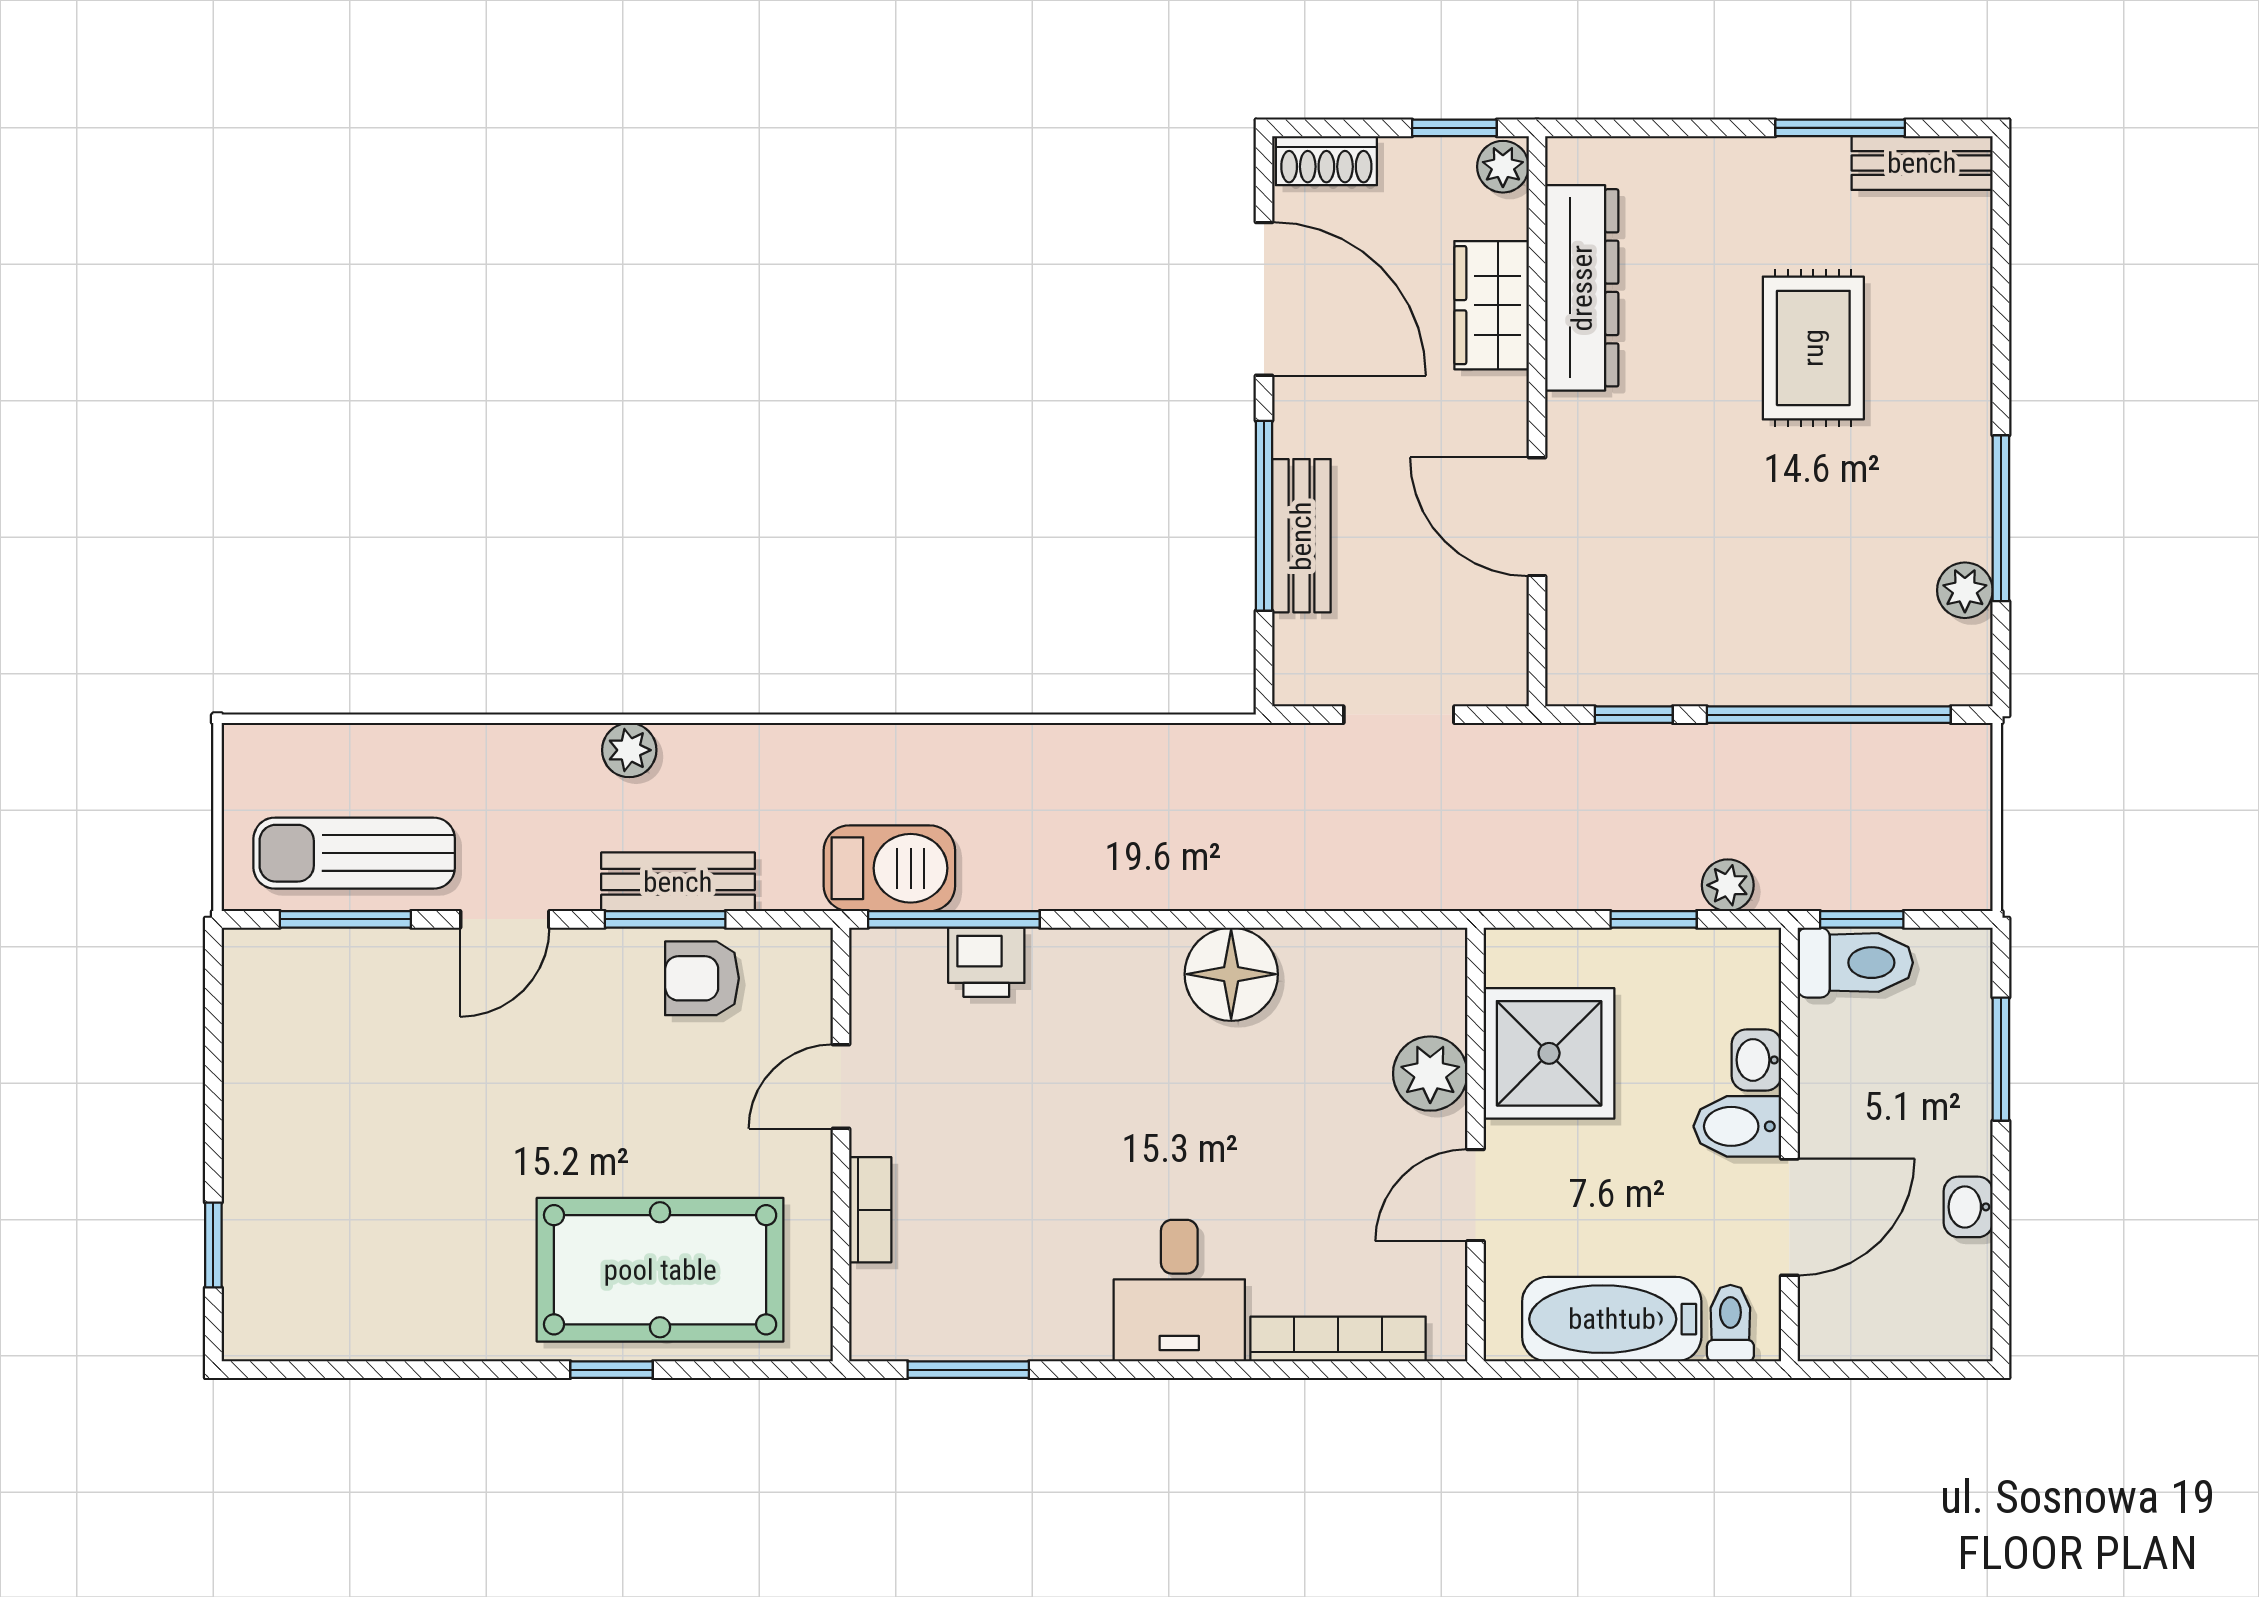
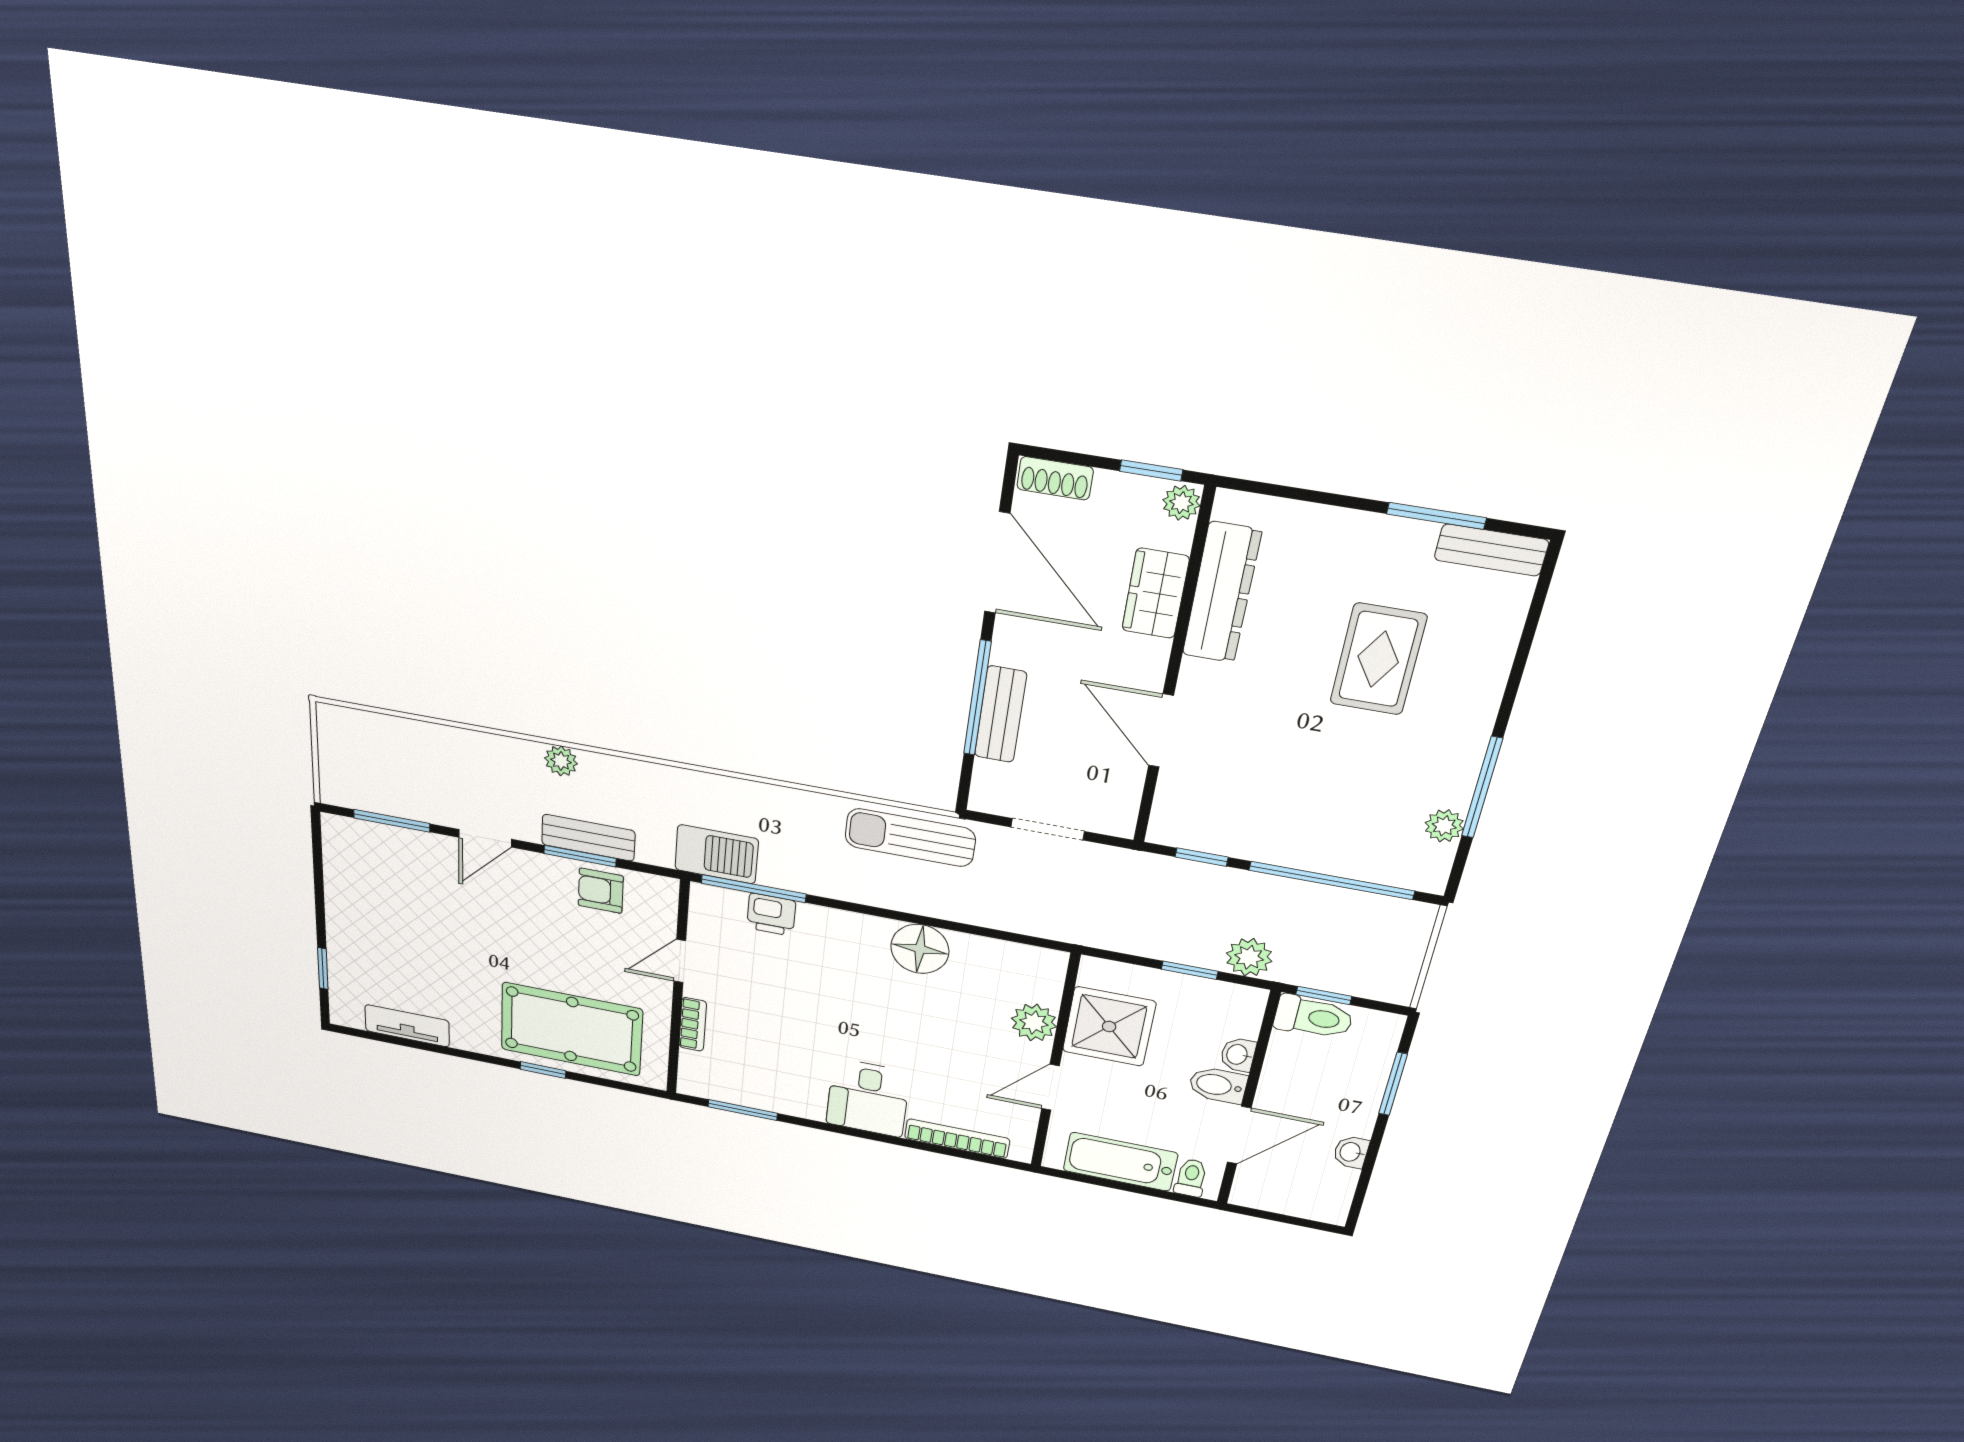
sun lounger: (354, 853) -> (910, 838), moved
plant: (1728, 885) -> (1249, 957), width x1.38, depth x1.38
tv unit: (365, 1332) -> (407, 1026), added

